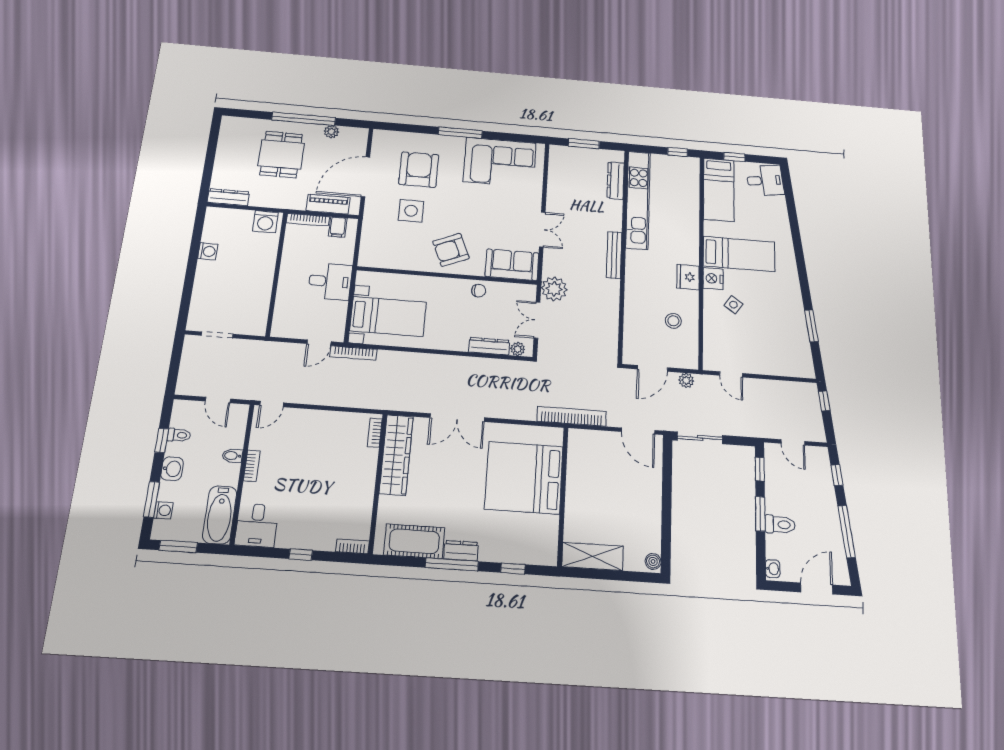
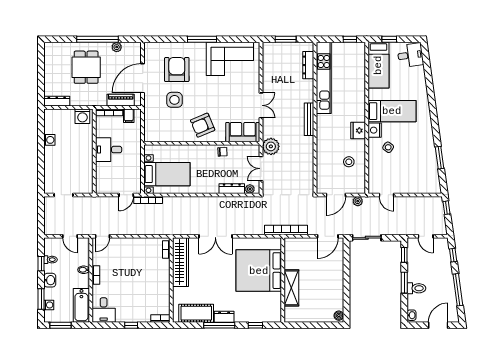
desk: (330, 281) -> (109, 150), moved, turned 180
door: (638, 431) -> (328, 236), hinge flipped
shelving: (593, 556) -> (291, 288), moved, turned 90

